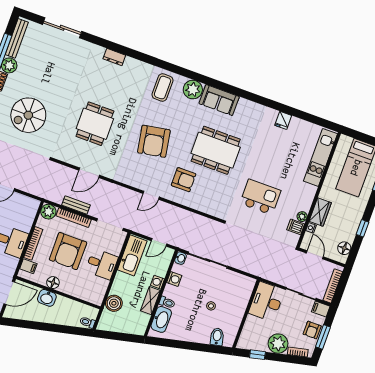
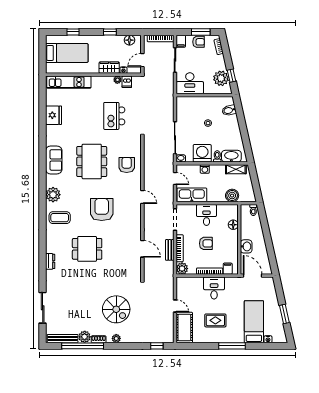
sofa: (219, 100) -> (54, 160), moved
fridge: (283, 120) -> (54, 115), width x1.88, depth x1.34
dining table: (95, 124) -> (87, 249), moved
armchair: (154, 141) -> (102, 210), turned -80
armchair: (184, 180) -> (127, 165), moved
armchair: (68, 251) -> (206, 243), width x0.53, depth x0.53
washing machine: (174, 279) -> (202, 153), width x1.89, depth x1.89
floor lamp: (53, 283) -> (233, 225), moved
shelving: (150, 301) -> (236, 169), moved
plant: (278, 344) -> (221, 78), moved

